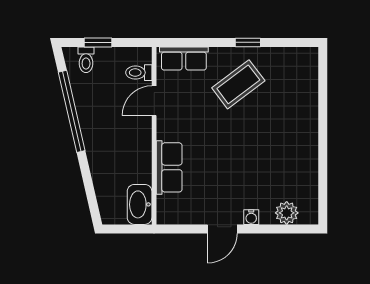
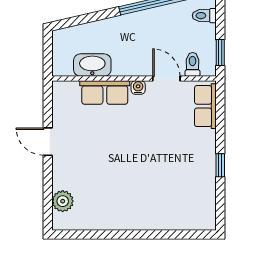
window: (98, 42) -> (220, 52), moved
coffee table: (238, 84) -> (182, 156), removed
washbasin: (140, 204) -> (92, 65), moved
water cooler: (251, 217) -> (138, 87), moved, turned 90

